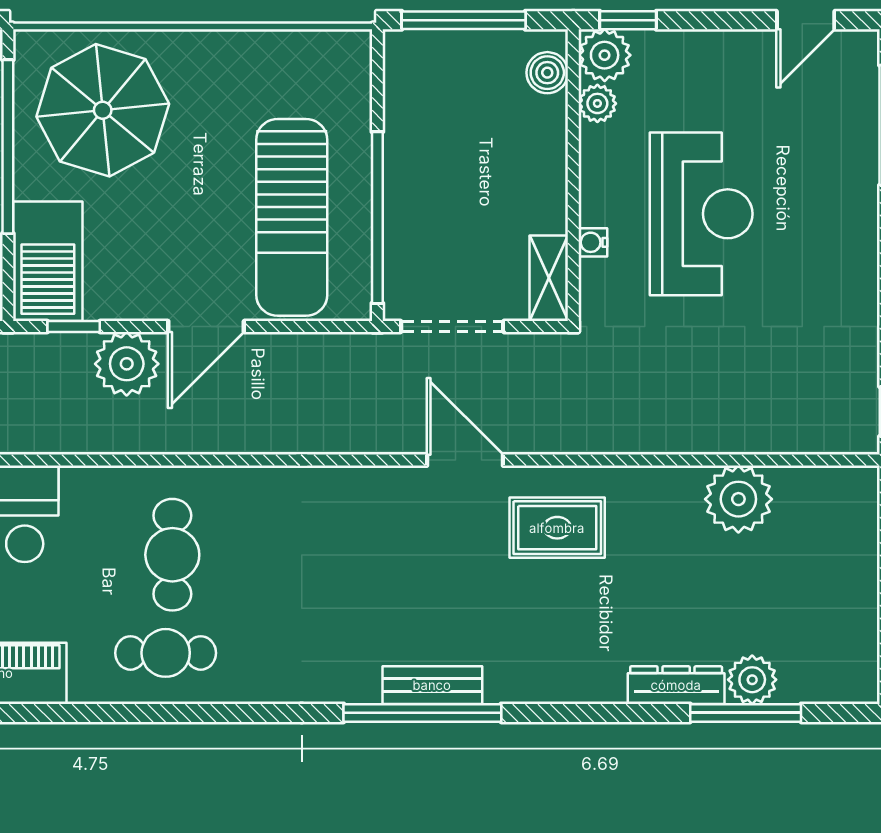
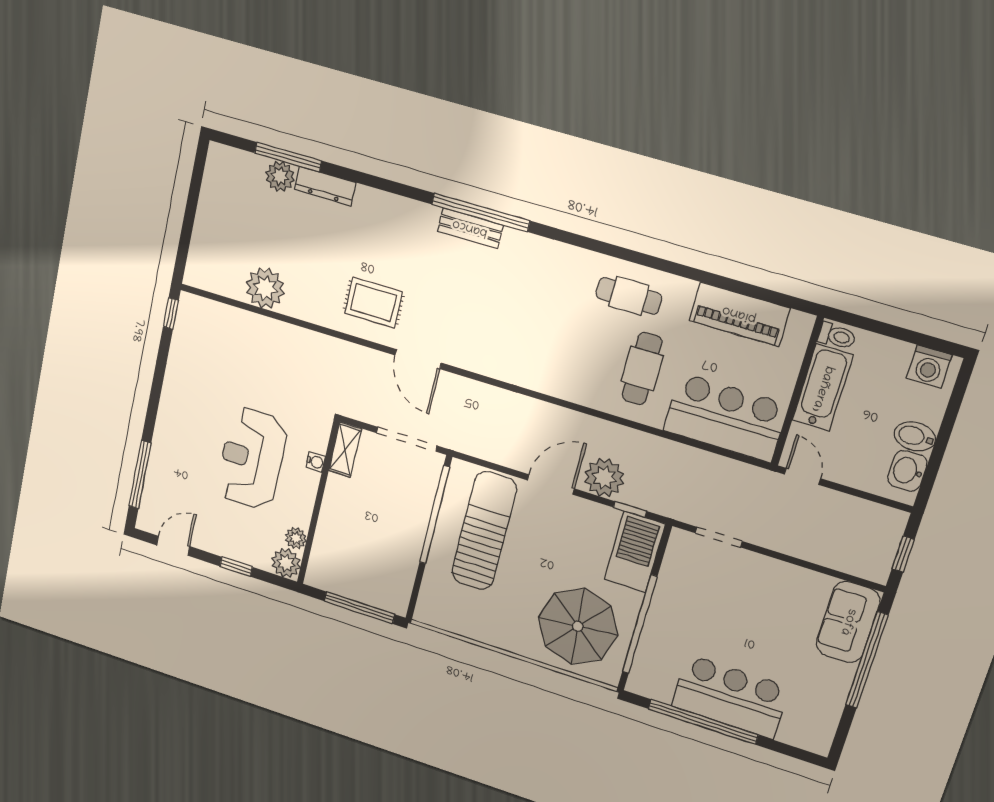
window: (628, 20) -> (236, 567), moved
boiler: (547, 73) -> (320, 564), removed
cafe table: (172, 555) -> (642, 369), moved

